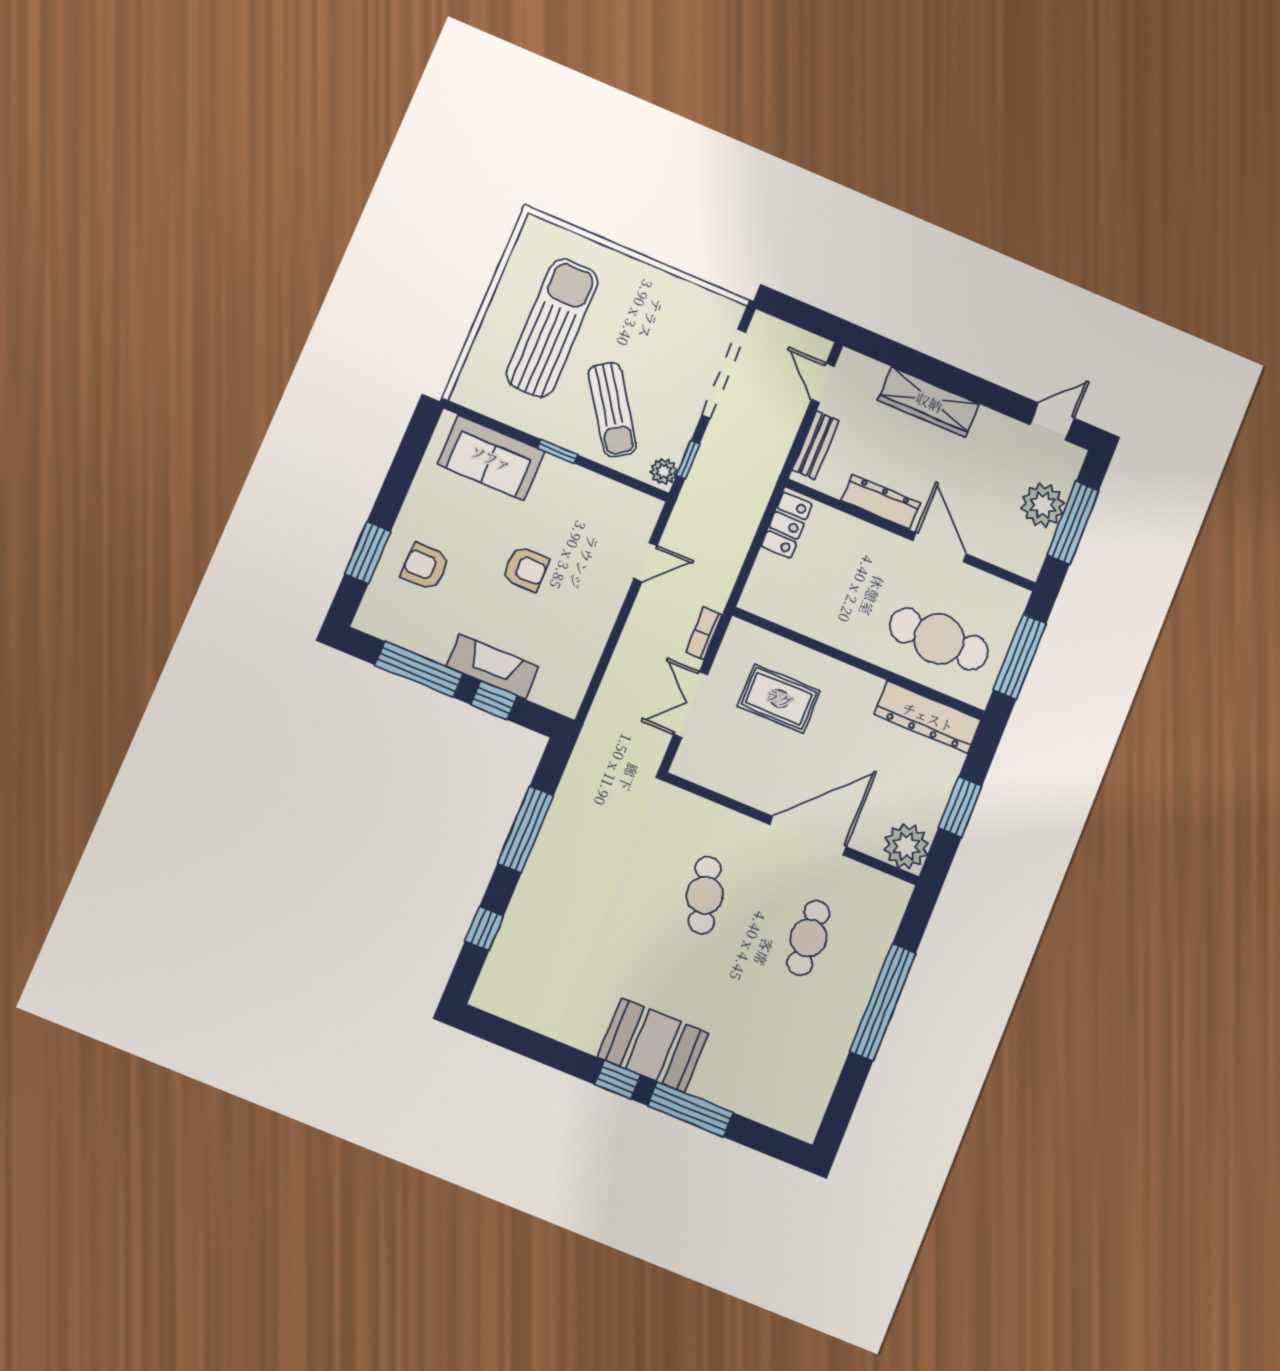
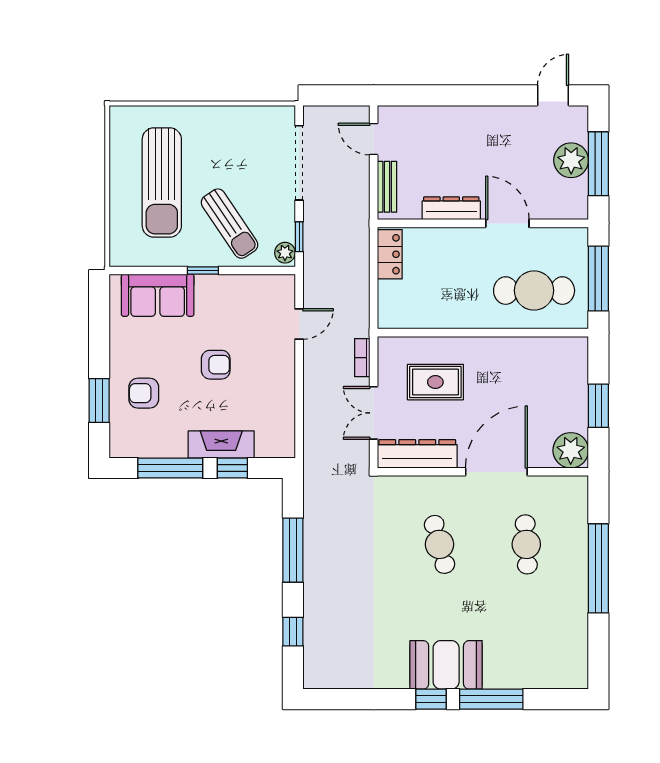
sun lounger: (552, 328) -> (162, 182), turned 180
wardrobe: (929, 402) -> (457, 120), removed
dresser: (928, 717) -> (417, 454), moved, turned 180

